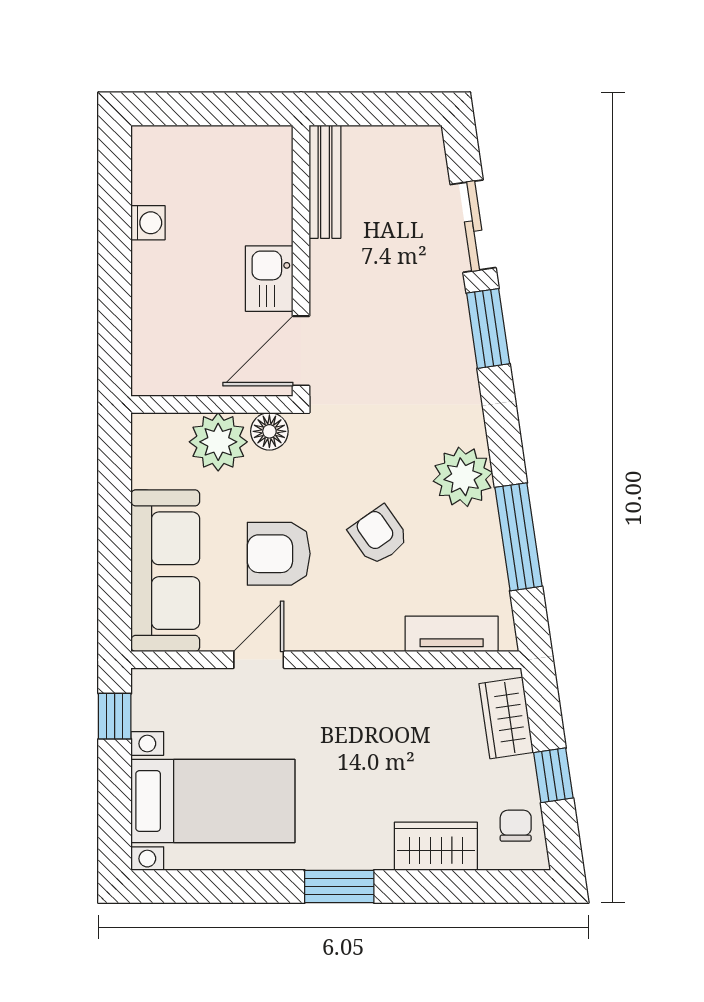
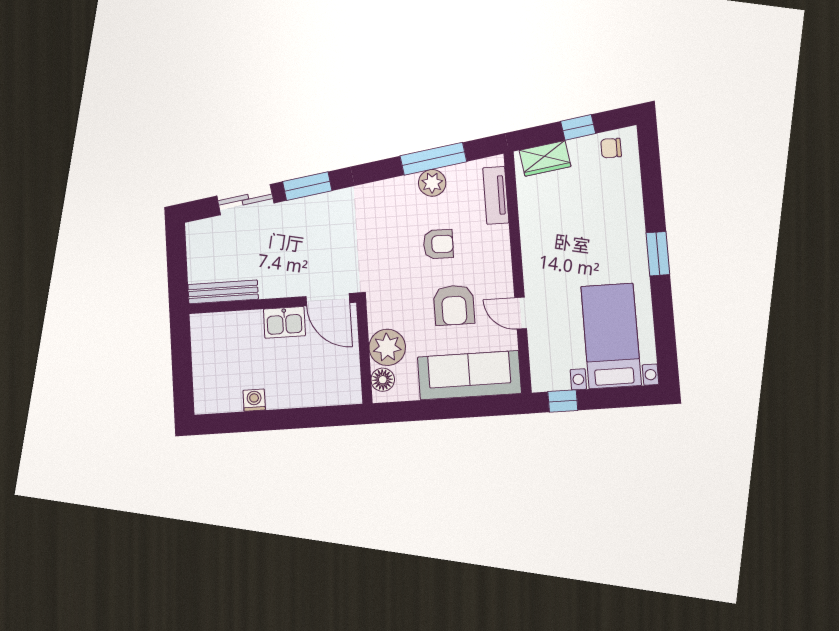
floor lamp: (269, 431) -> (383, 380), moved
plant: (463, 477) -> (432, 183), moved, width x0.73, depth x0.73
armchair: (379, 535) -> (438, 244), turned -144
wardrobe: (436, 846) -> (628, 196), removed

